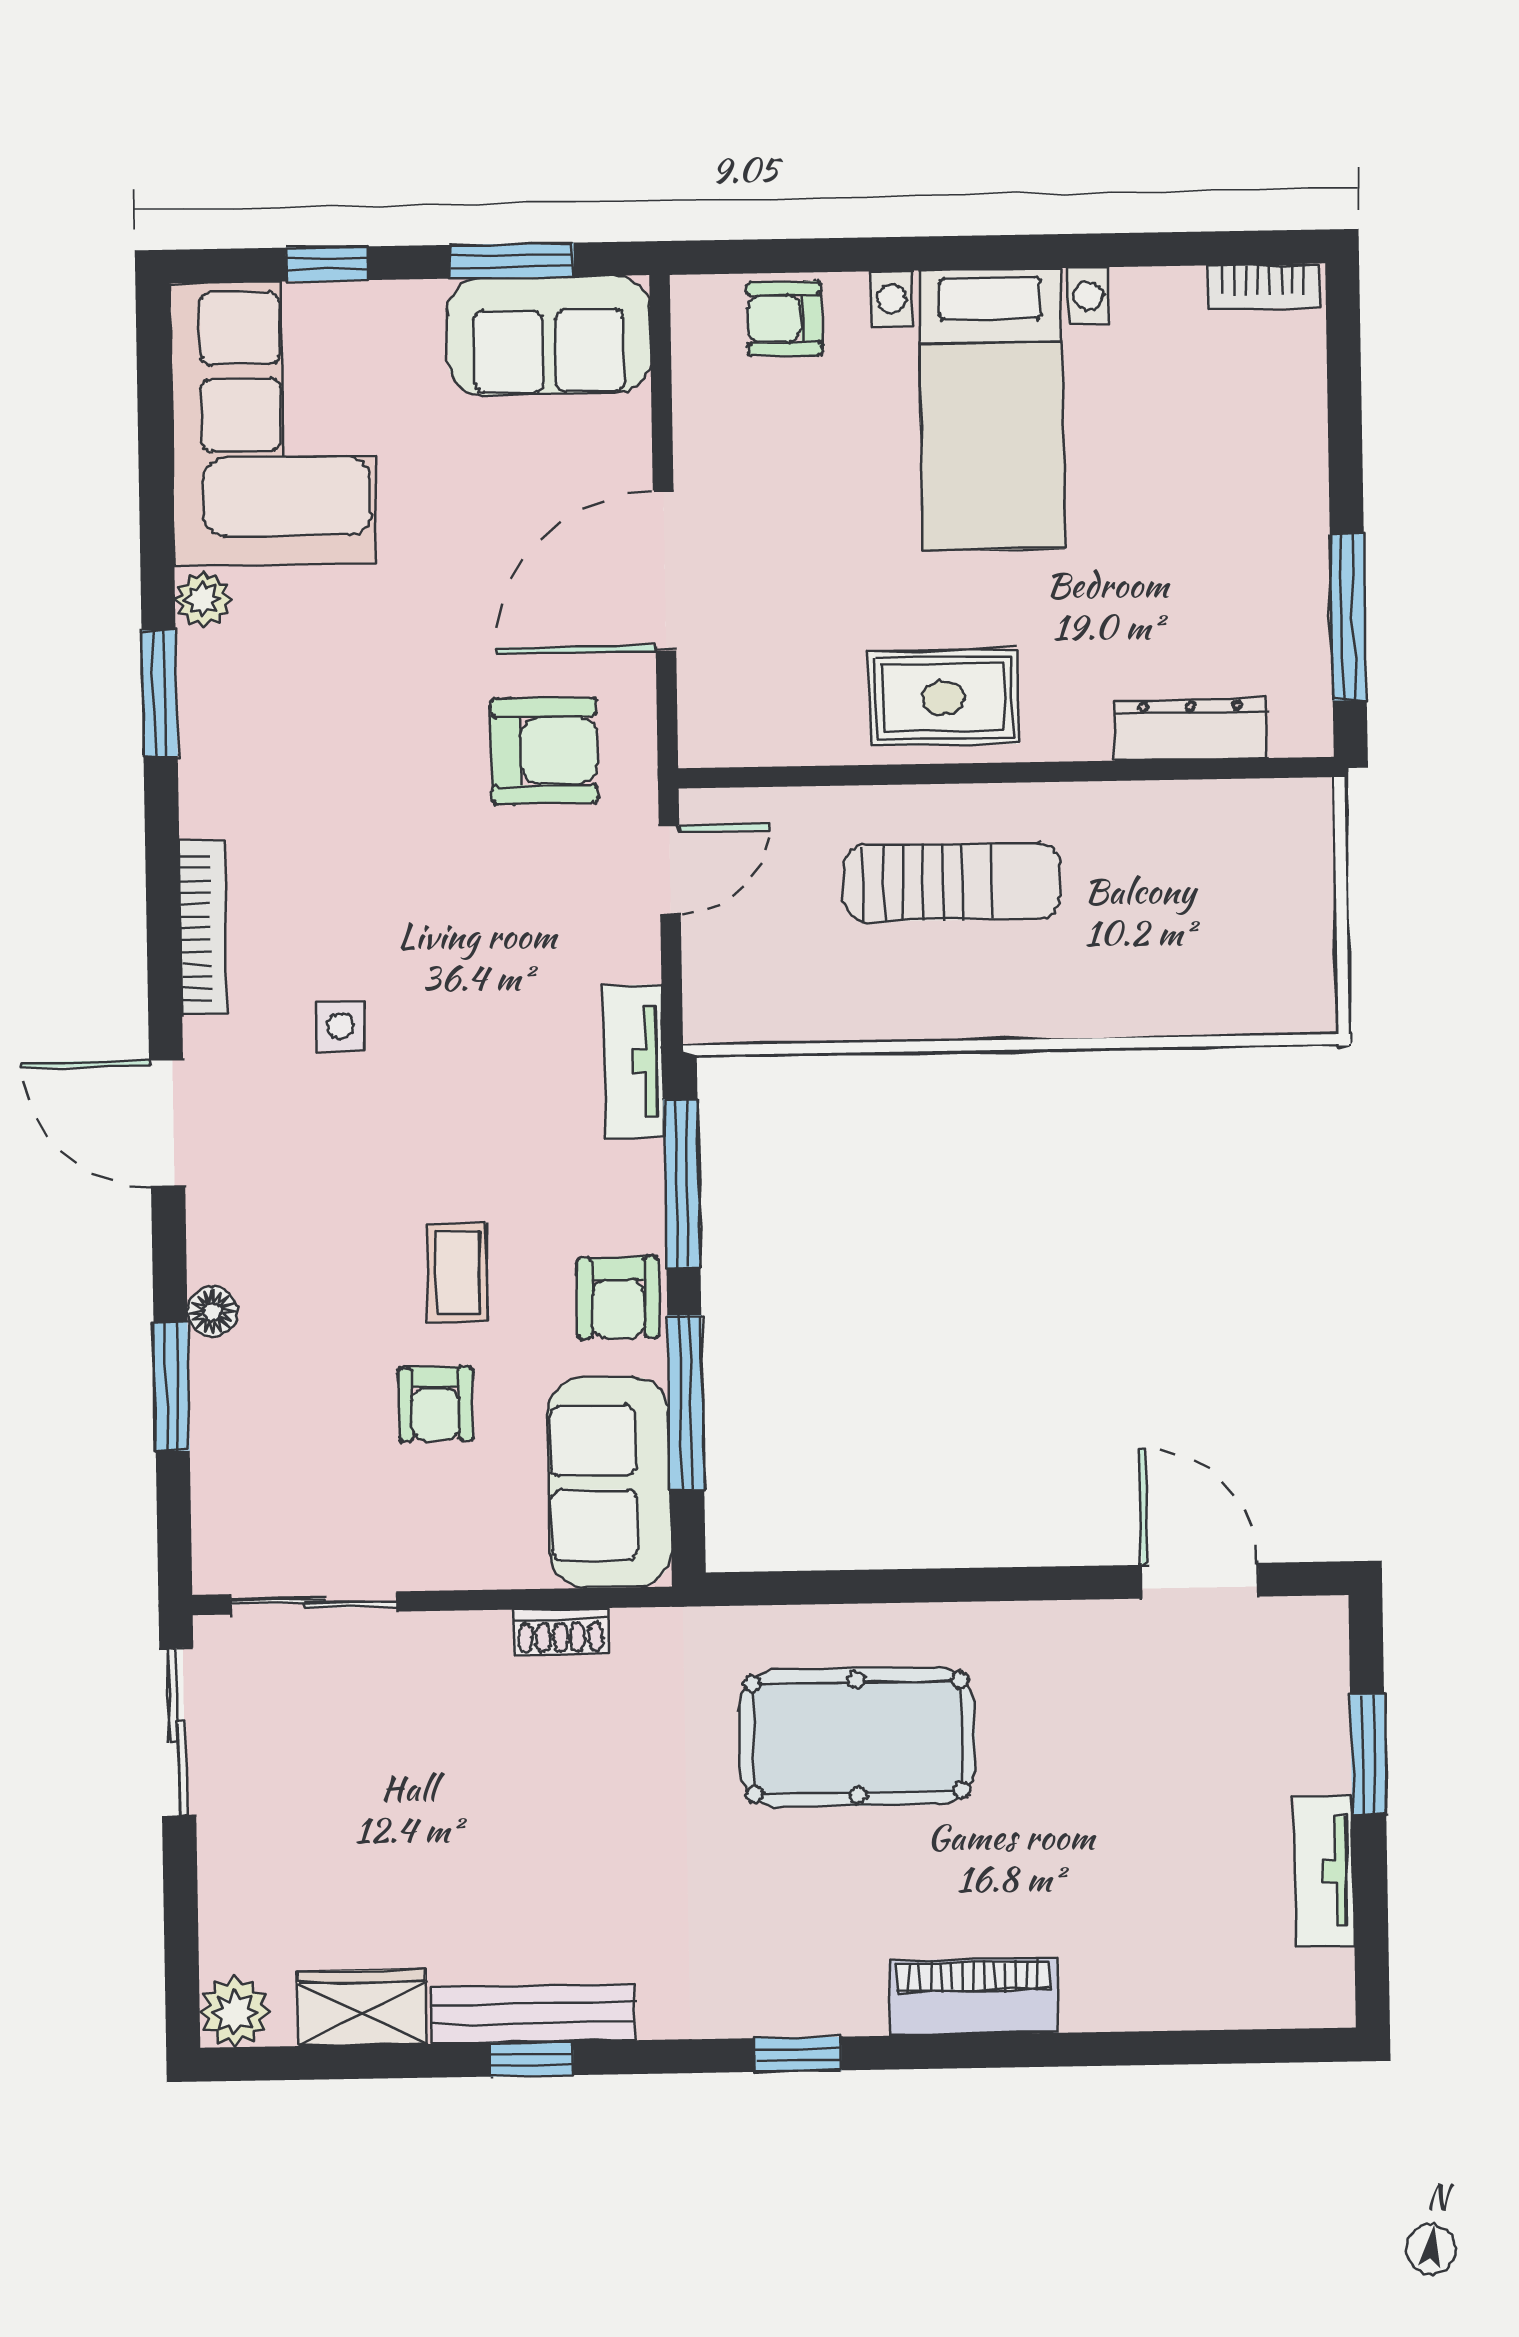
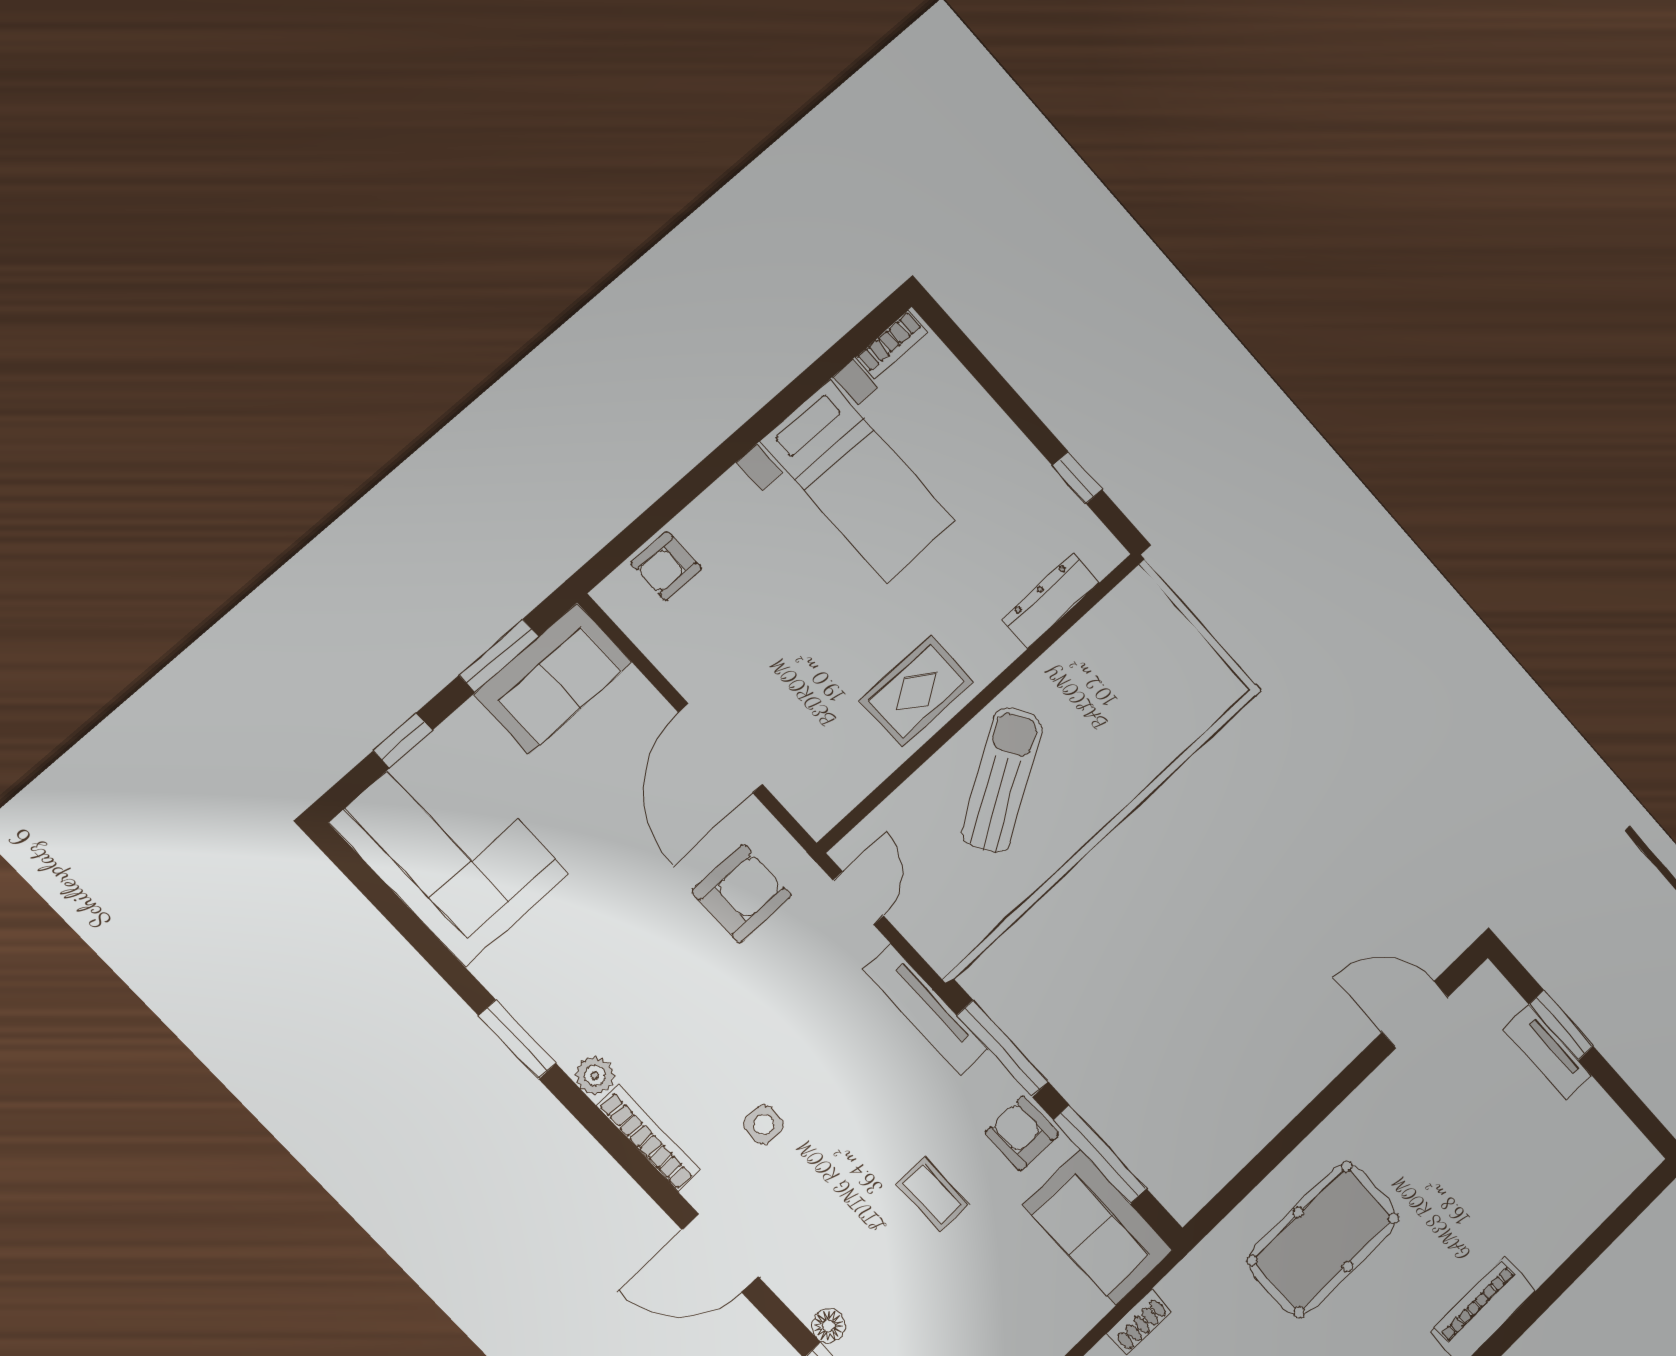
bed with nightstands: (992, 409) -> (858, 482), moved
plant: (203, 599) -> (595, 1076), moved
window: (1348, 617) -> (1077, 478), width x0.46
sun lounger: (952, 882) -> (1002, 780), turned -31
tv unit: (634, 1061) -> (925, 1010), width x1.41
armchair: (618, 1298) -> (1022, 1133), turned 180
armchair: (436, 1404) -> (980, 1268), removed
tv unit: (1324, 1871) -> (1548, 1053), moved

